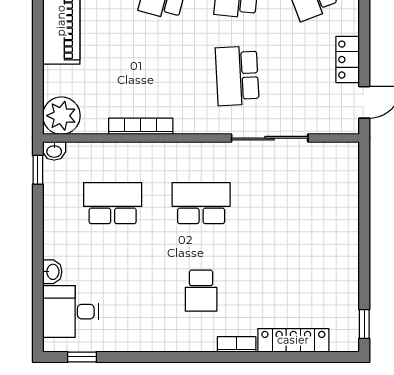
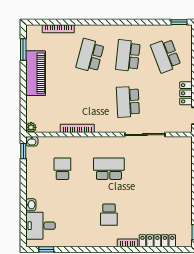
plant: (61, 116) -> (31, 127), width x0.53, depth x0.53
school desk: (113, 203) -> (62, 169), width x0.54

